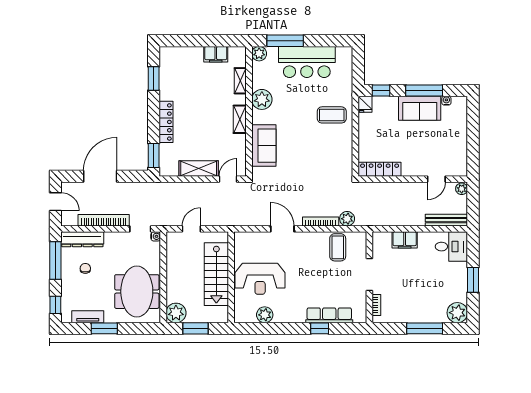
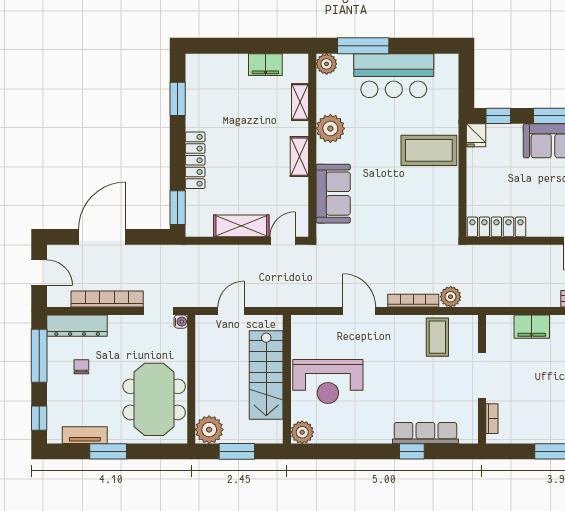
coffee table: (332, 115) -> (429, 150), width x1.36, depth x1.32
plant: (265, 315) -> (302, 432), moved

